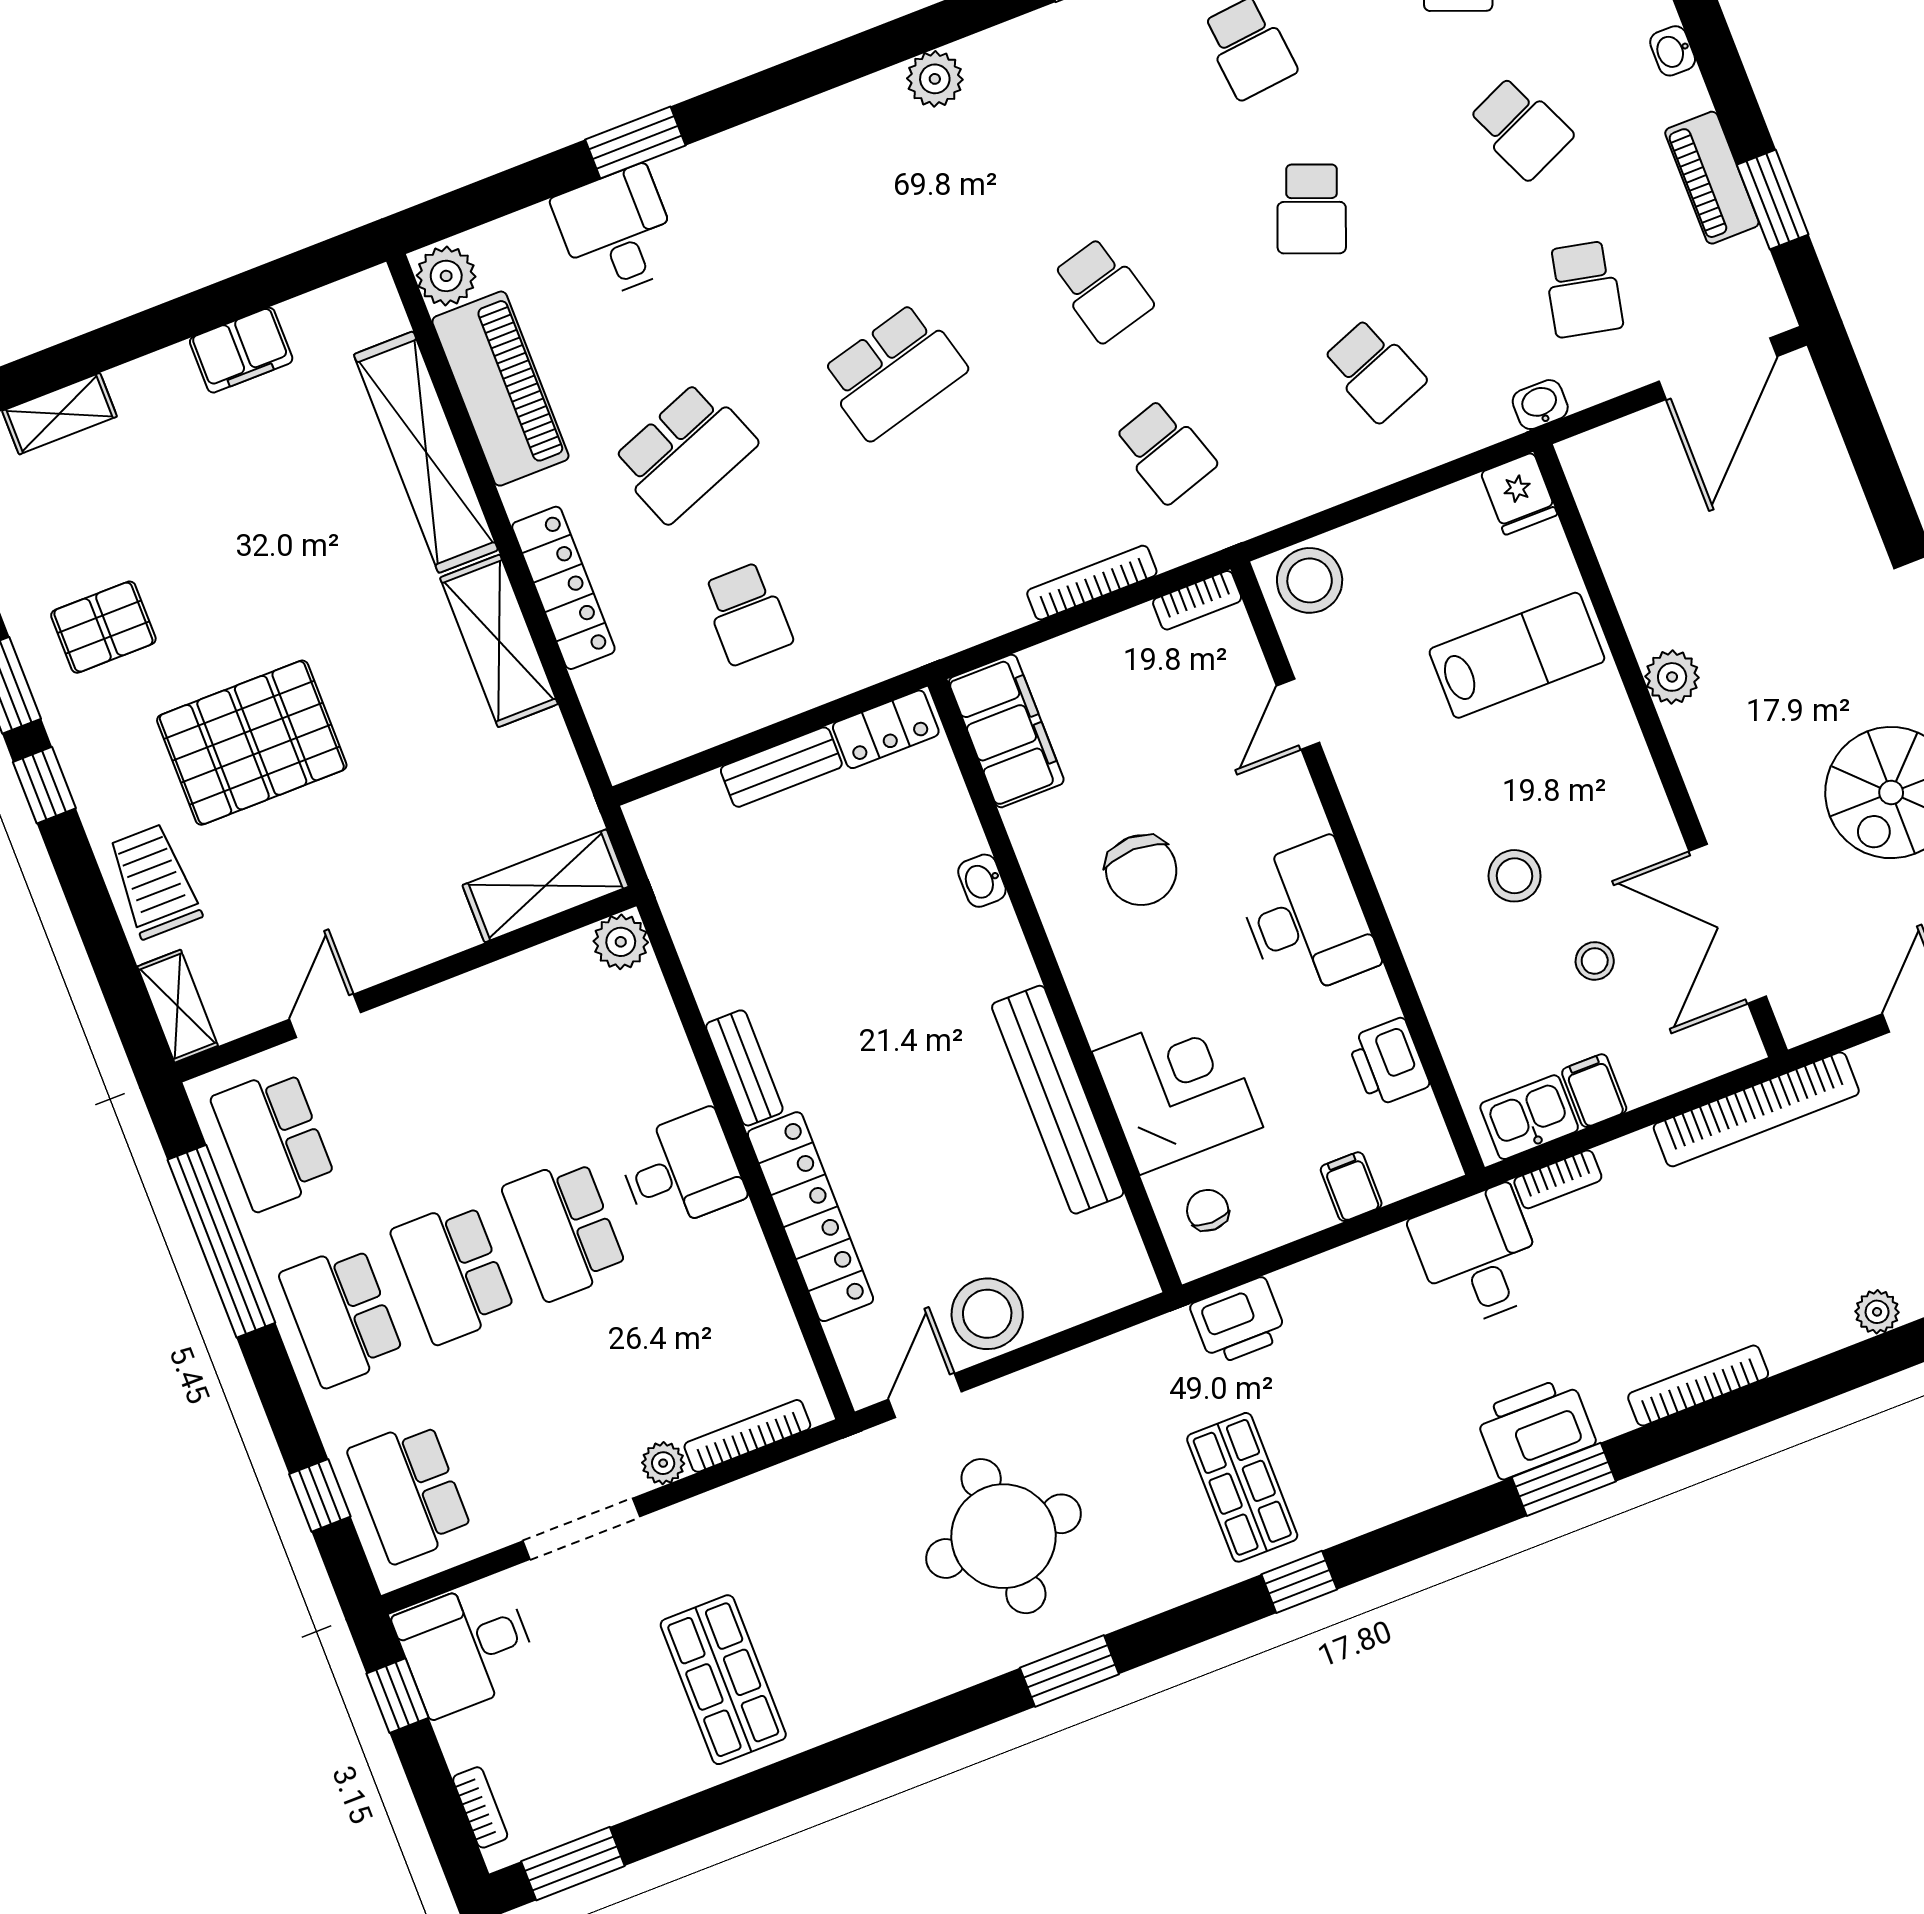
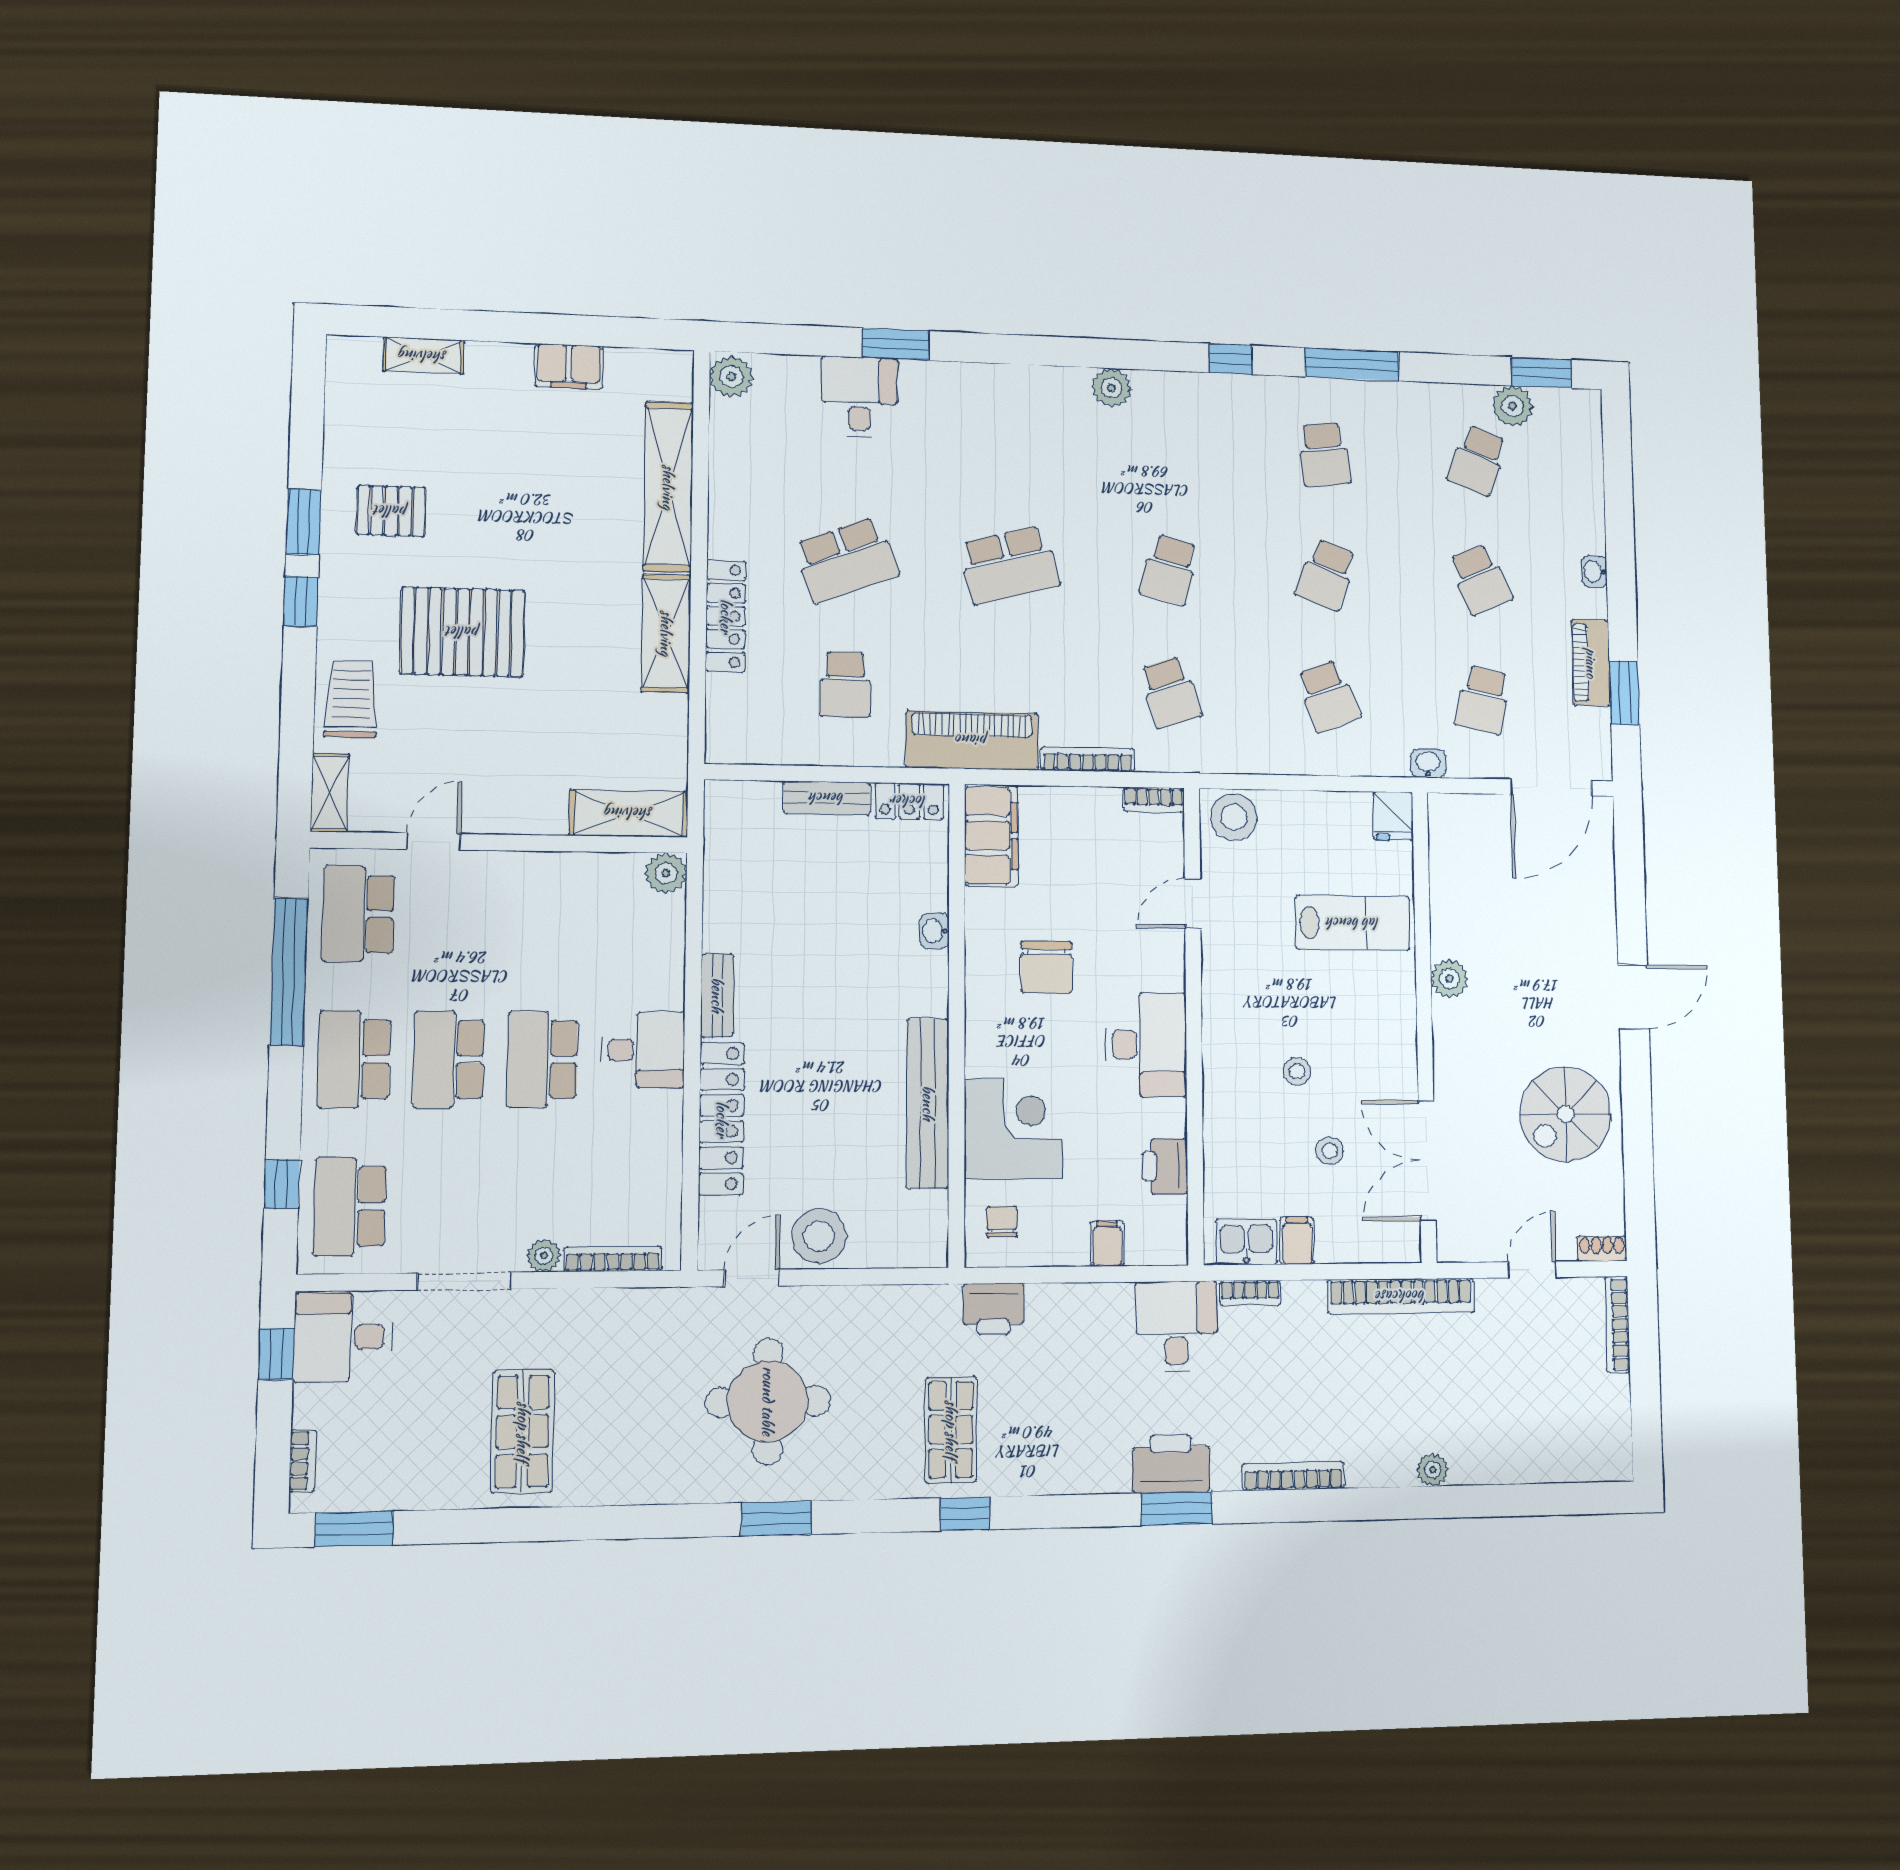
school desk: (1103, 290) -> (1169, 570), turned 30
piano: (500, 389) -> (972, 740), moved, turned -90
stool: (1515, 876) -> (1297, 1071), width x0.73, depth x0.73

